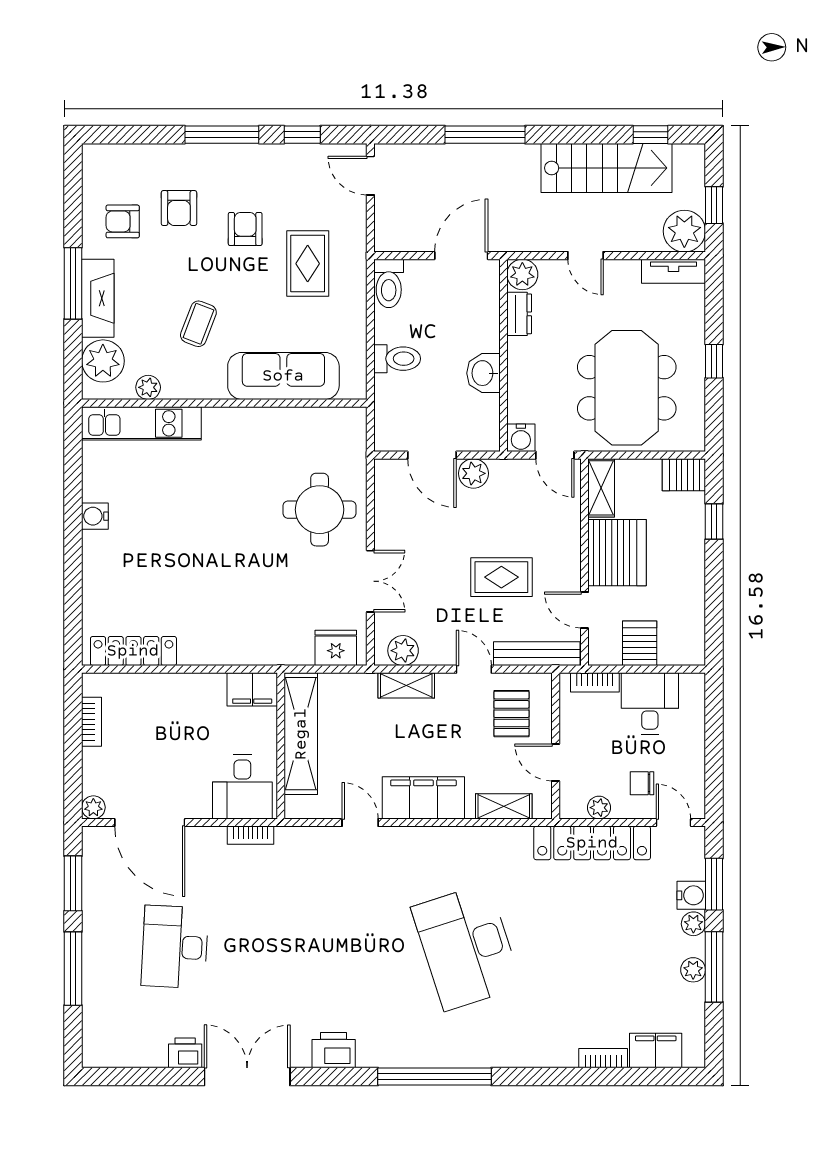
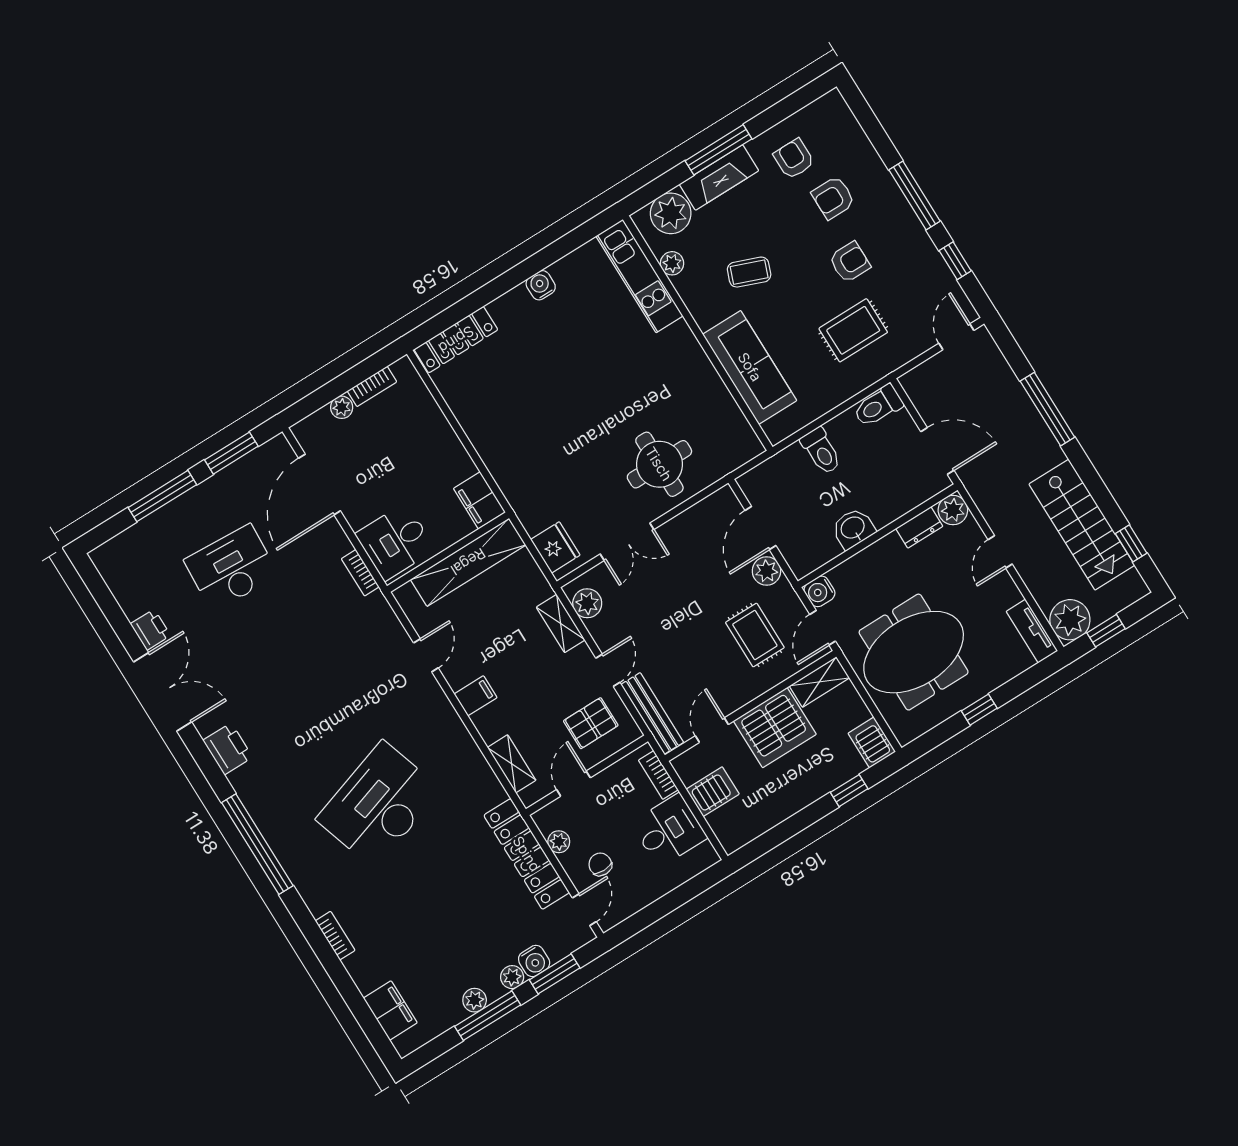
rug: (501, 577) -> (755, 635), moved
locker: (133, 651) -> (456, 340), moved, turned 90
filing cabinet: (423, 798) -> (476, 696), width x0.33, depth x0.86
plant: (93, 807) -> (342, 407), moved
bookcase: (603, 1058) -> (335, 936), moved

